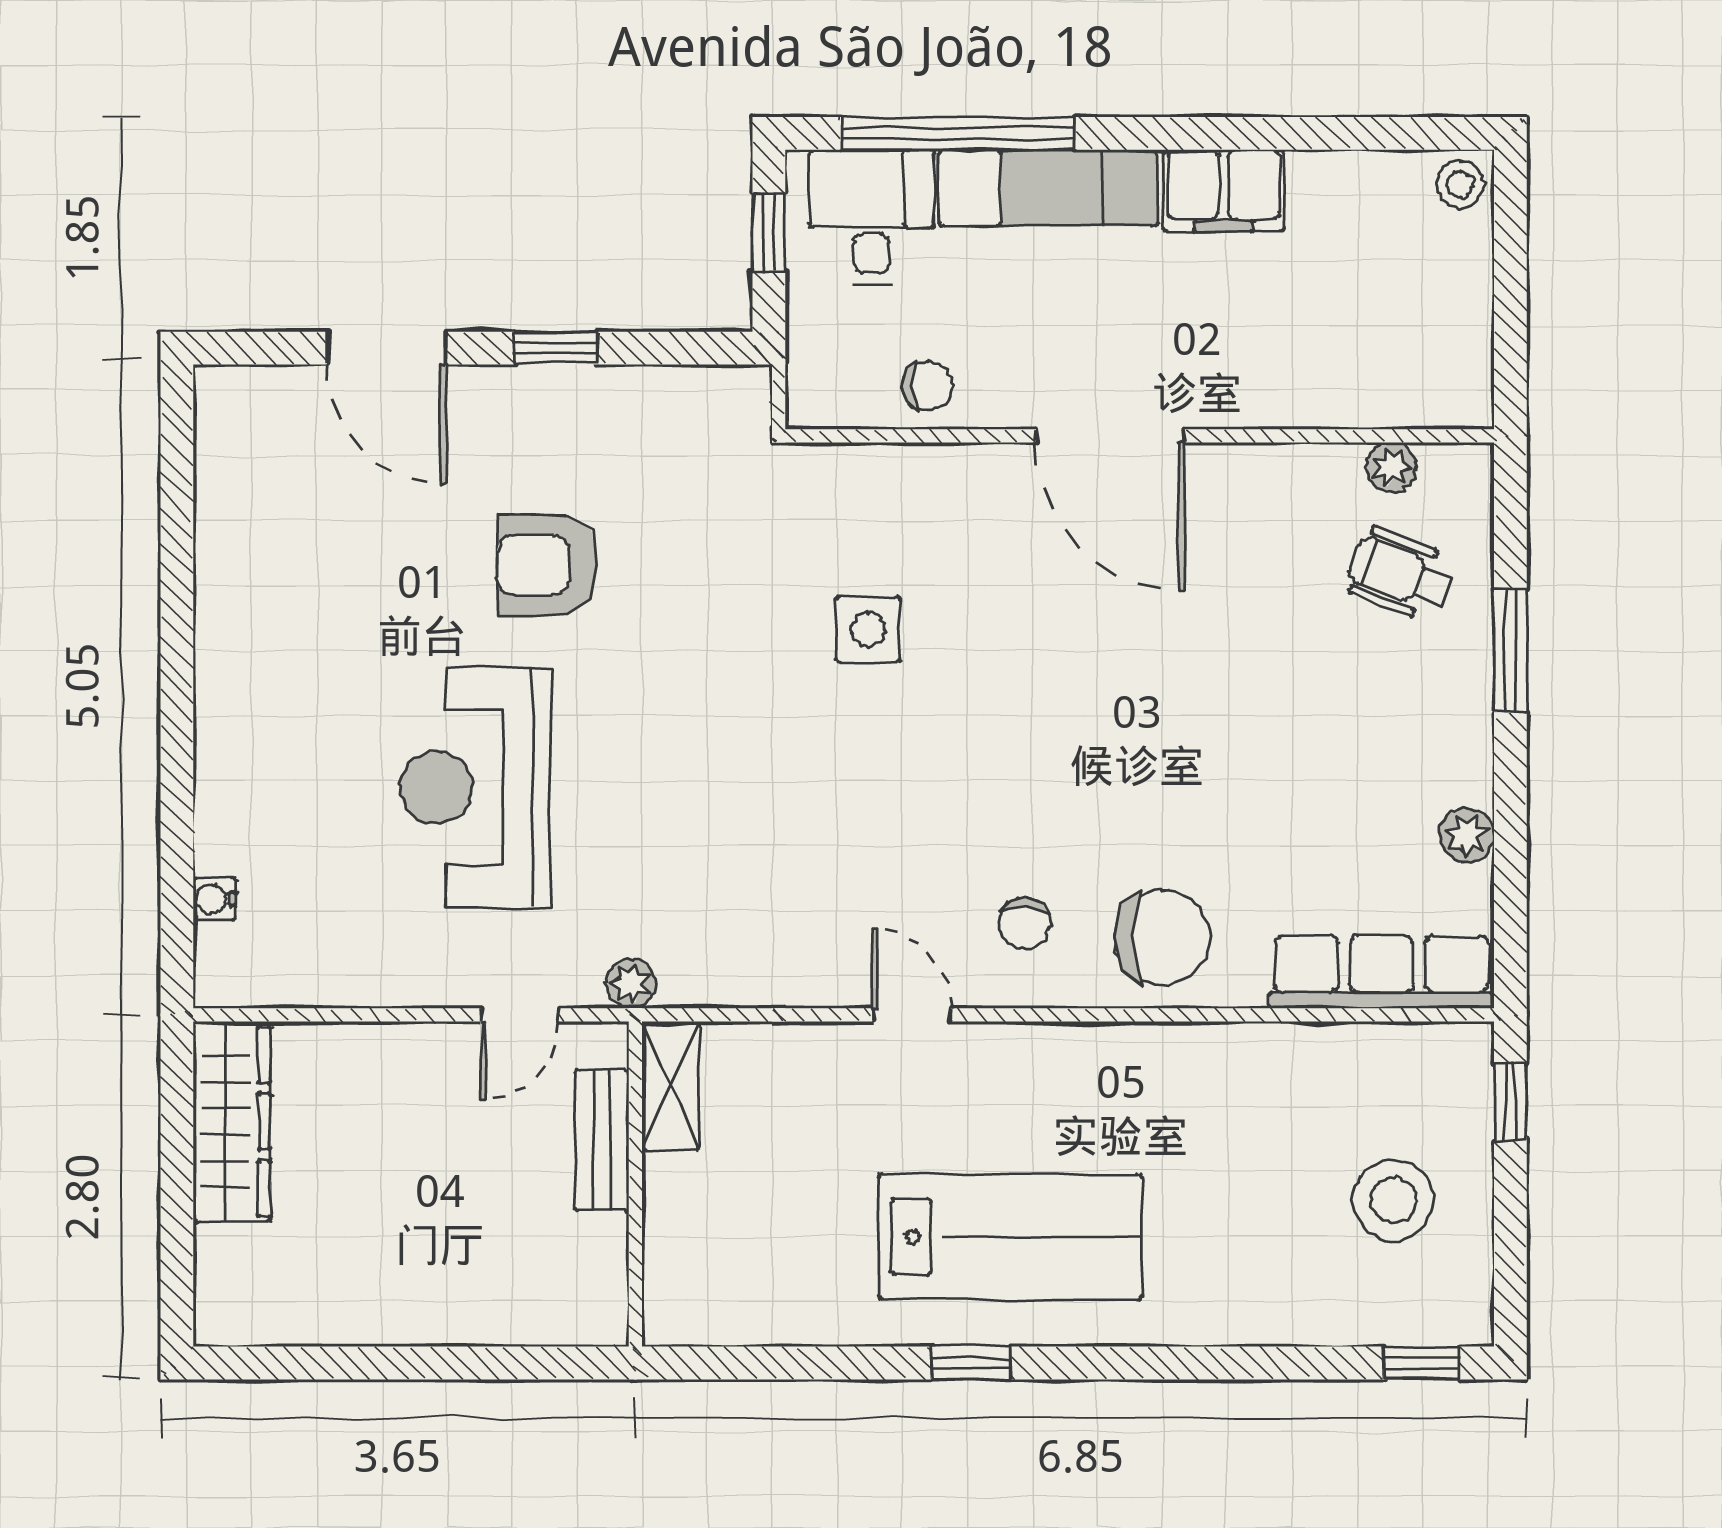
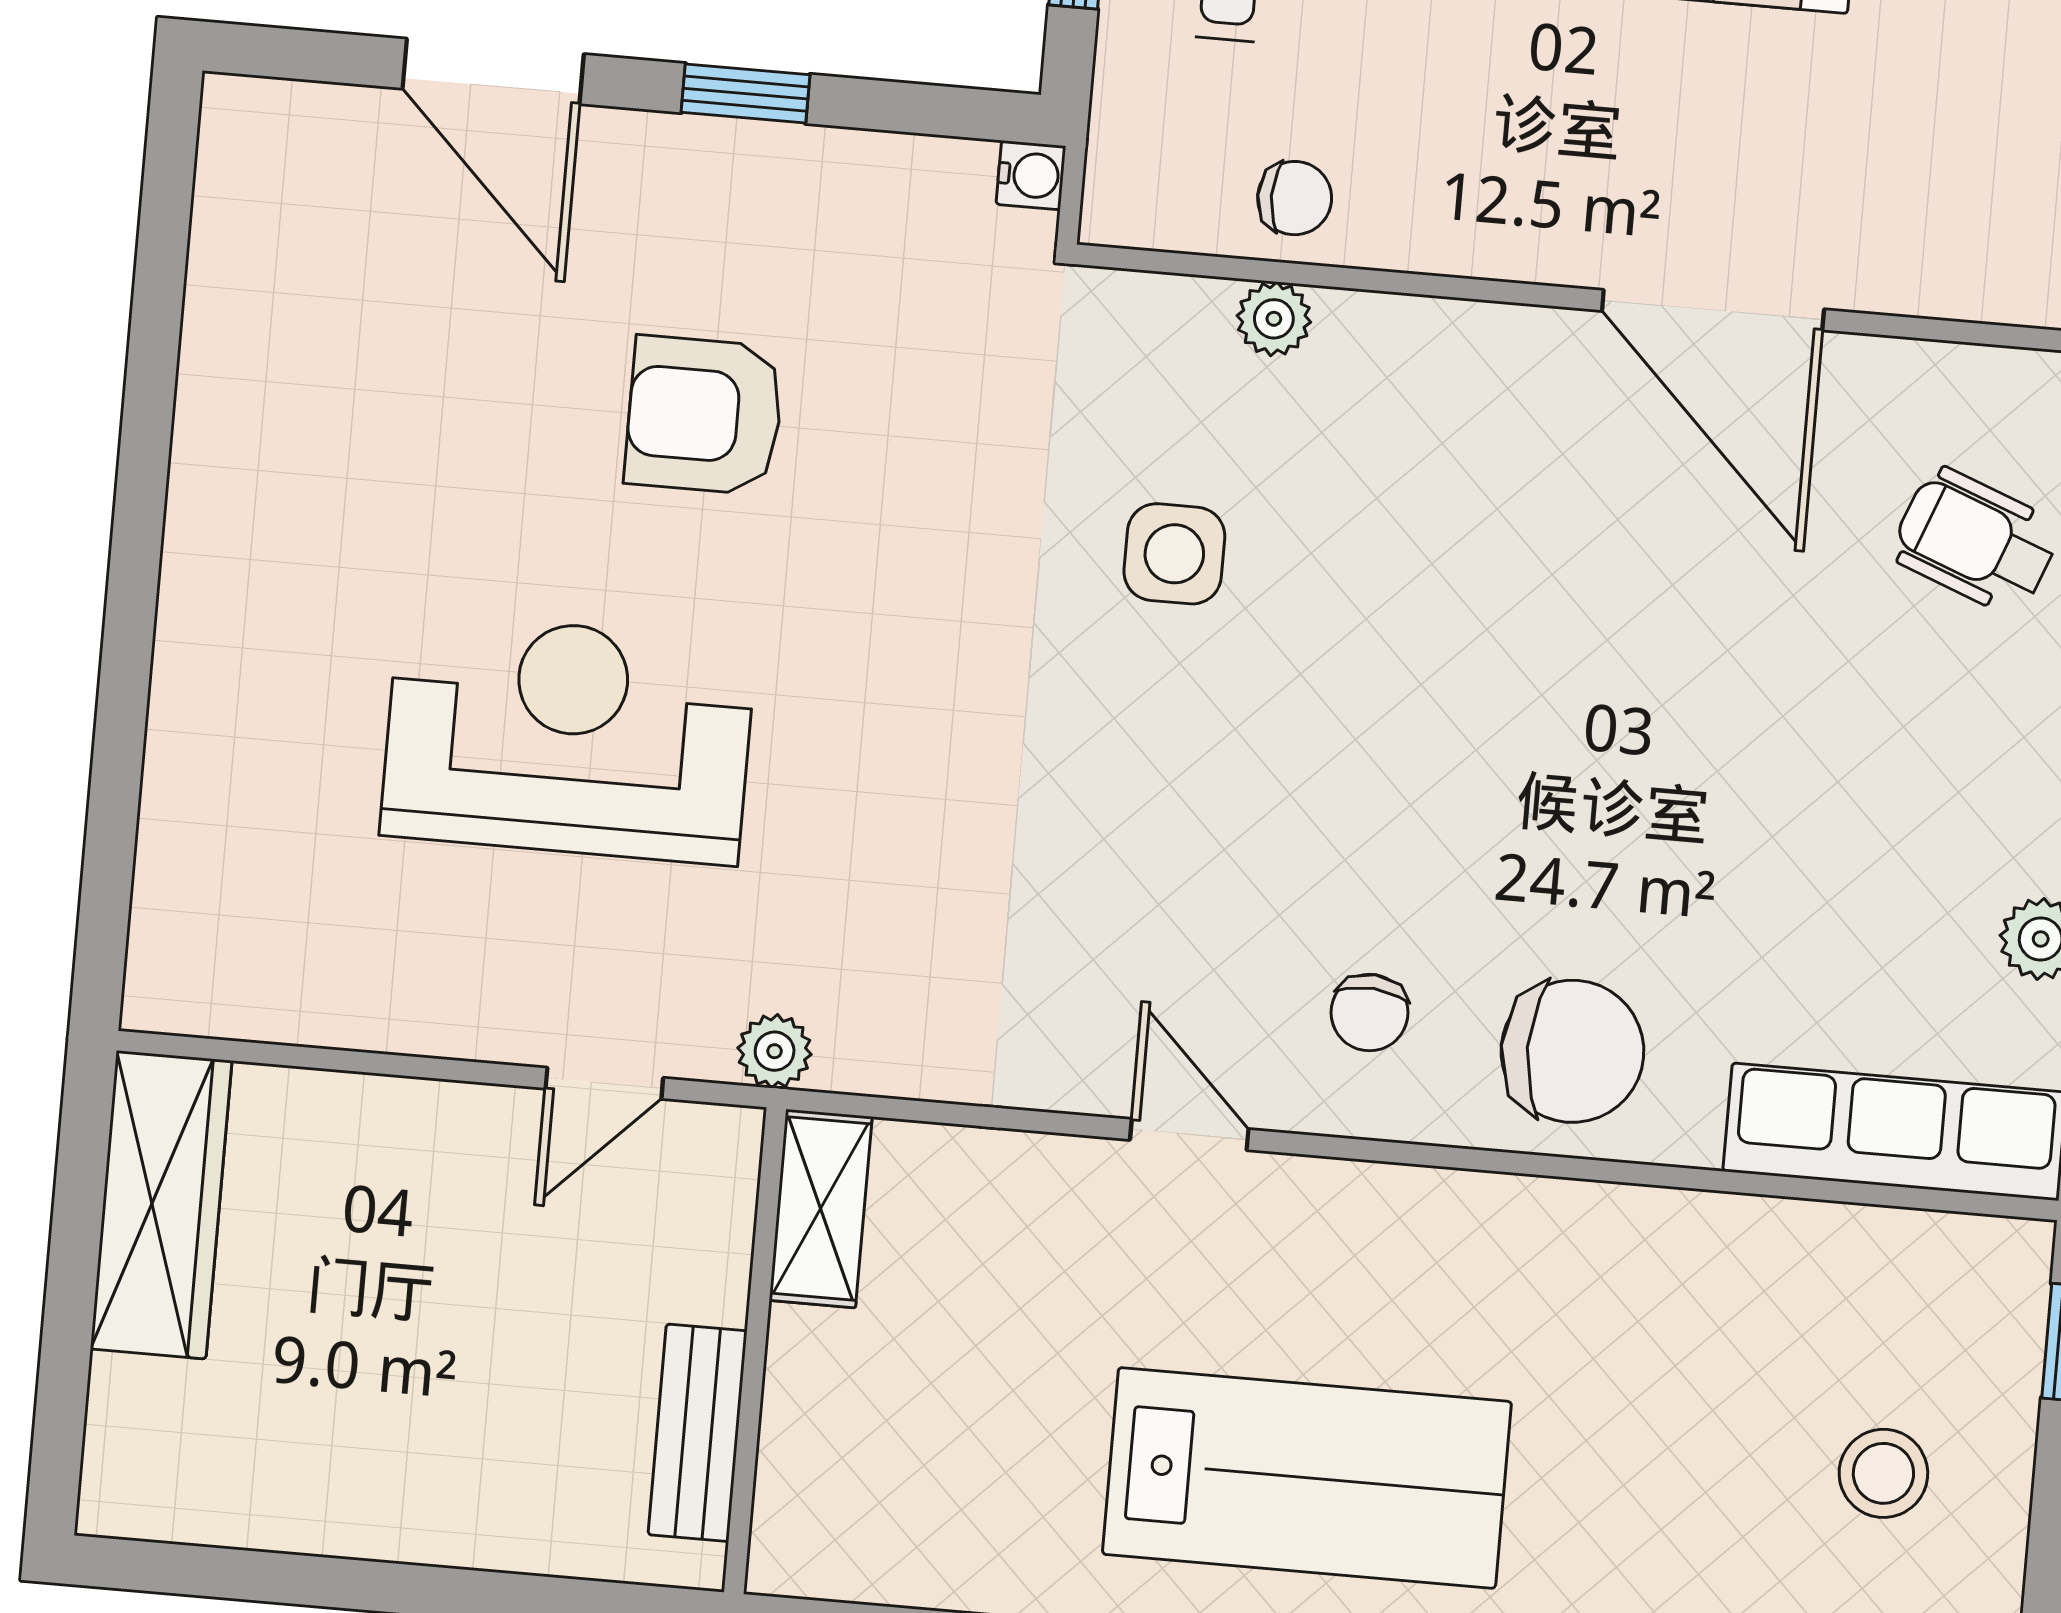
door: (1110, 436) -> (1713, 310), moved
plant: (1391, 467) -> (1274, 319), moved
reception desk: (475, 788) -> (568, 738), turned 90
water cooler: (215, 899) -> (1031, 175), moved, turned 180
bench: (602, 1140) -> (697, 1433), moved
stool: (1393, 1200) -> (1883, 1473), width x0.73, depth x0.73

